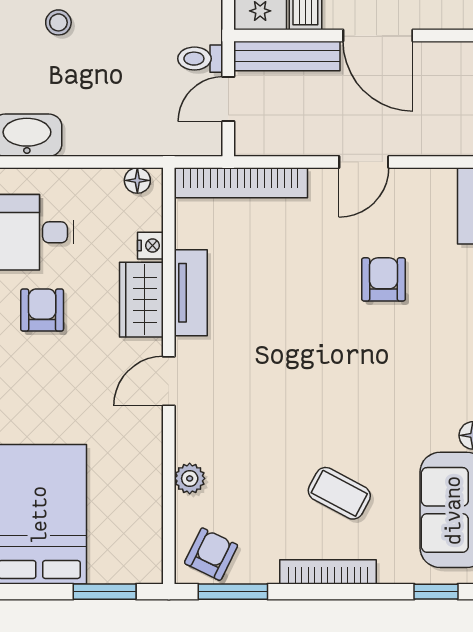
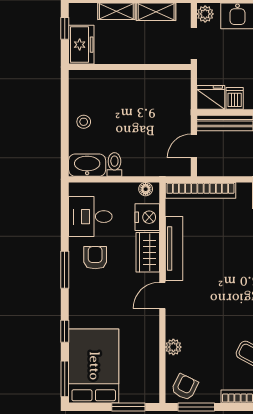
stool: (58, 22) -> (84, 122), moved
toilet: (200, 59) -> (114, 164), moved, turned 90
nightstand: (150, 246) -> (147, 217), width x1.89, depth x1.79
tv unit: (191, 293) -> (174, 249), width x1.41

